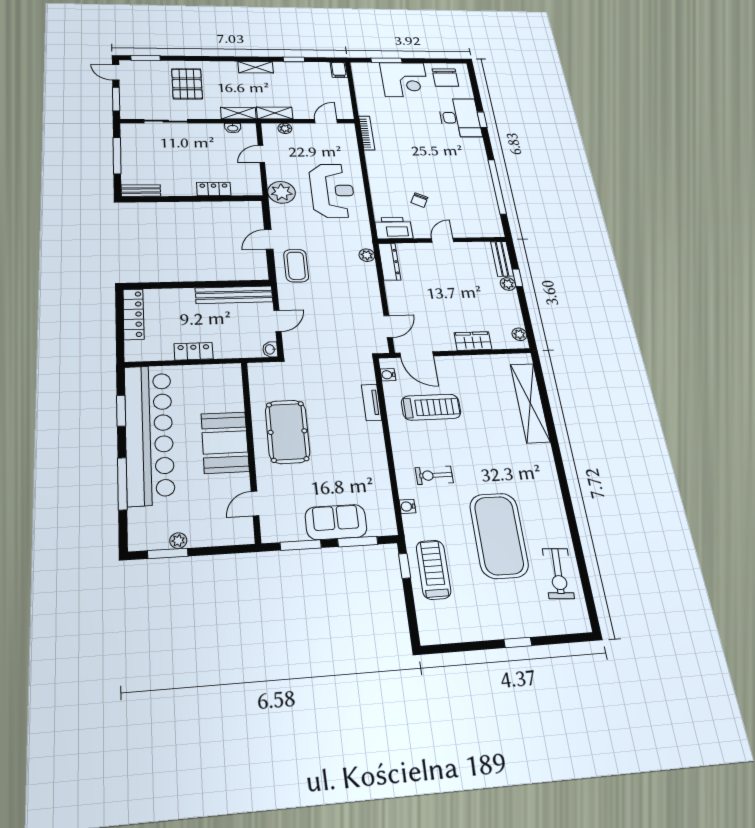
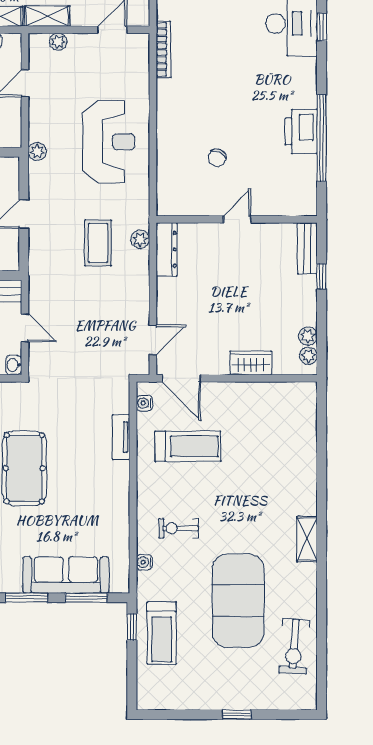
plant: (281, 192) -> (37, 152), width x0.53, depth x0.53
printer: (394, 228) -> (301, 131), moved, turned -90
coffee table: (296, 266) -> (98, 243), moved
plant: (508, 284) -> (308, 336), moved
door: (277, 321) -> (25, 328), hinge flipped
shelving: (530, 403) -> (307, 539), moved, width x0.45, depth x0.75
sofa: (336, 522) -> (66, 575), width x1.36
treadmill: (433, 570) -> (162, 633), turned 180

